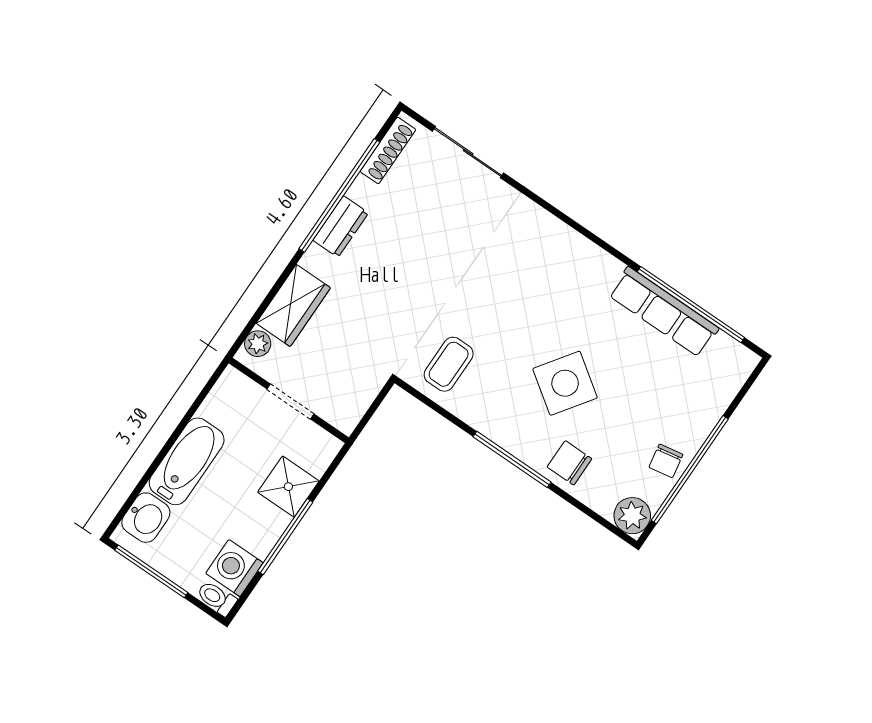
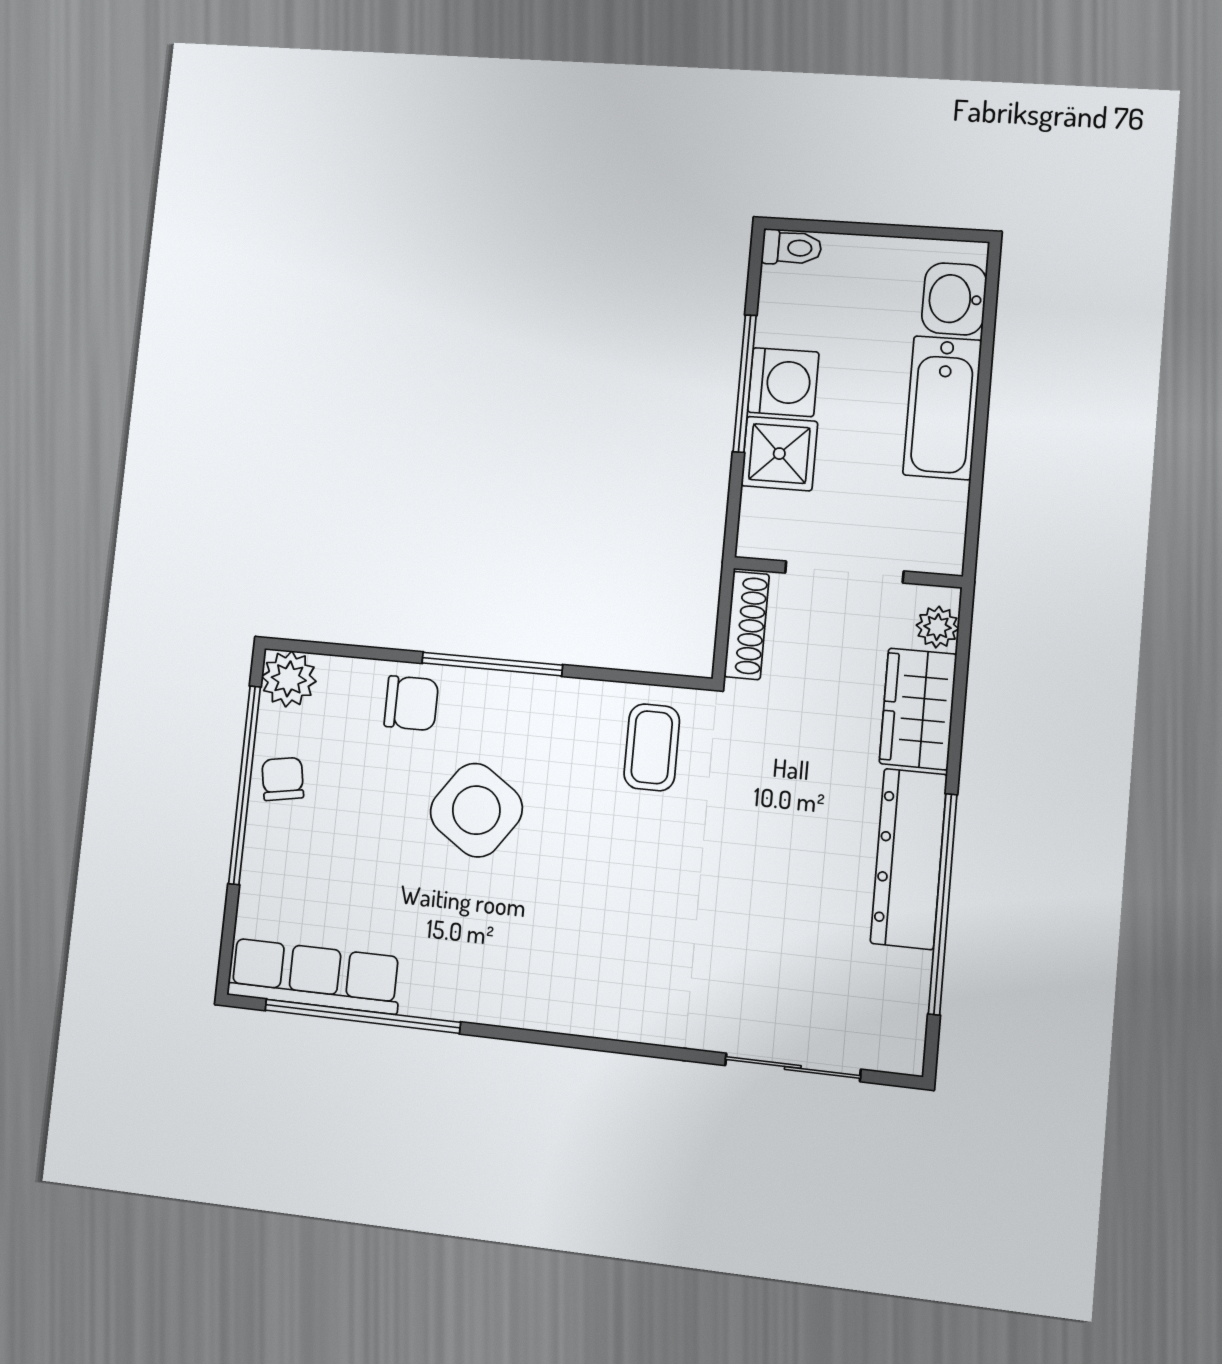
shoe rack: (388, 151) -> (747, 625), moved, turned 180
dresser: (341, 227) -> (909, 859), width x1.96, depth x1.24
row of seats: (664, 312) -> (314, 976), moved
doorway: (290, 401) -> (844, 572), width x1.38
washing machine: (234, 568) -> (783, 382), moved
window: (151, 571) -> (903, 231), removed

